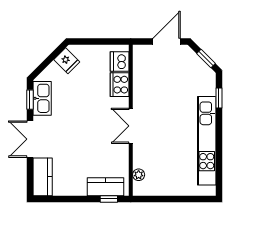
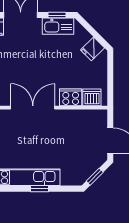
window: (219, 98) -> (39, 189), moved
double door: (131, 126) -> (33, 108), width x1.37

